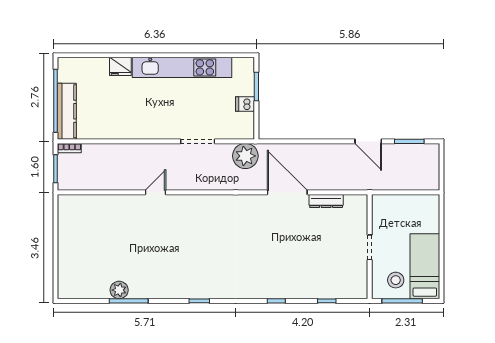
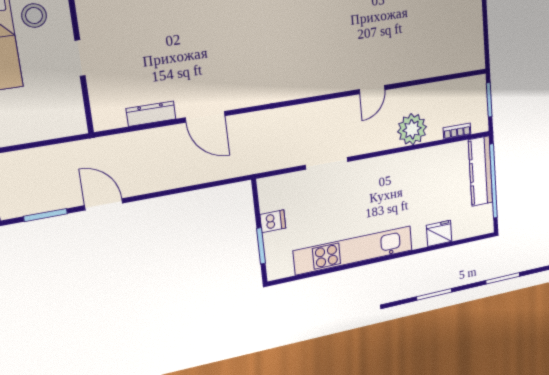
fridge: (120, 66) -> (439, 233), moved
bookcase: (69, 148) -> (457, 131), moved
plant: (245, 156) -> (412, 129), moved
door: (287, 192) -> (205, 117), width x0.73

